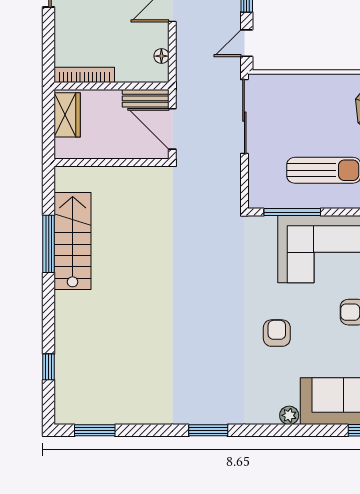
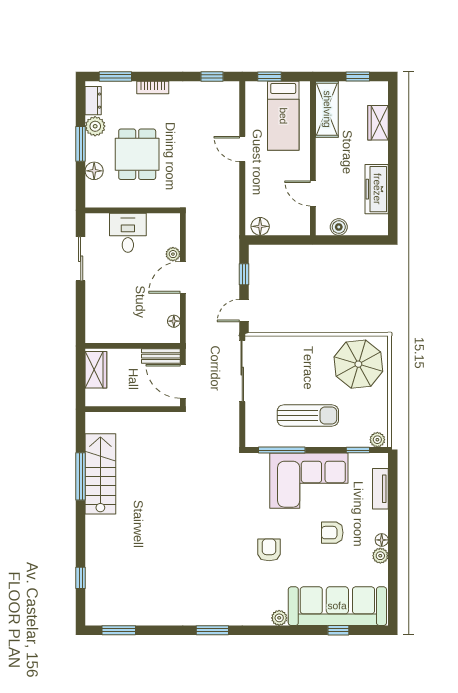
bookcase: (84, 75) -> (110, 337), removed

